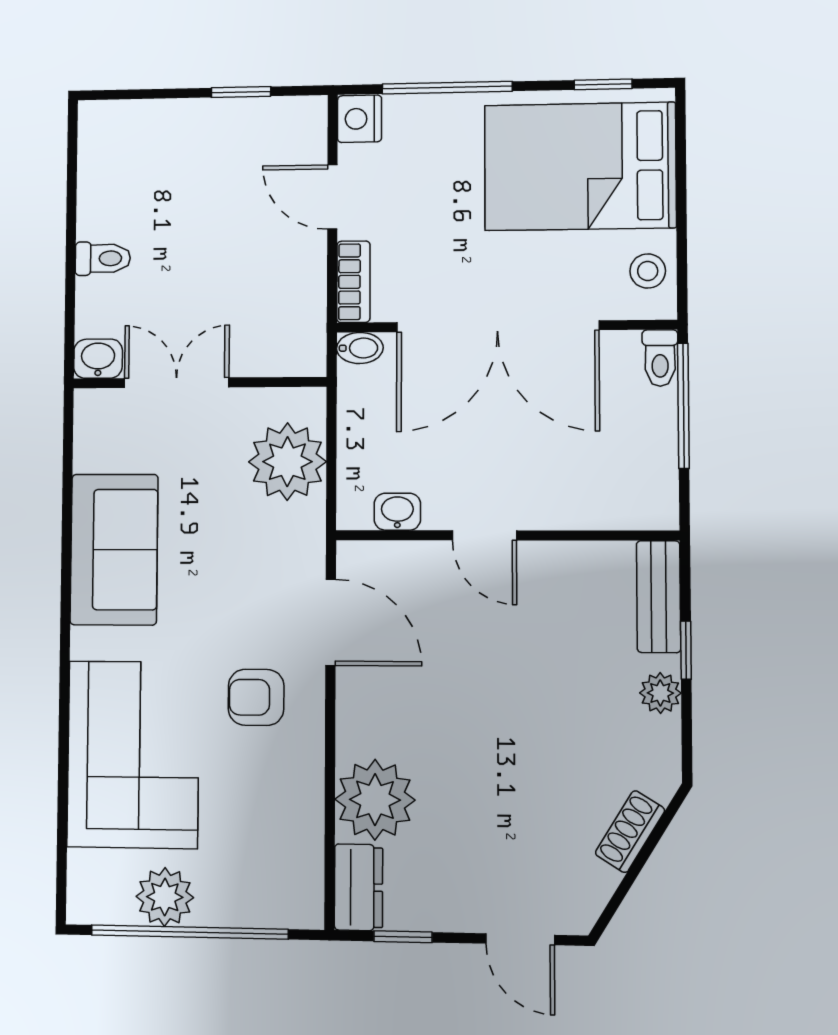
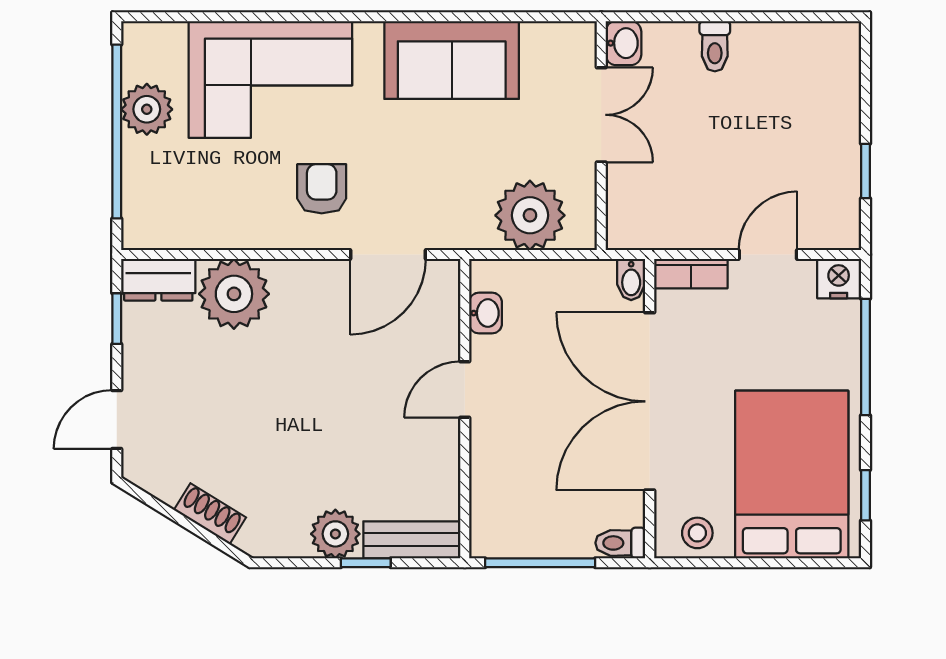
window: (683, 406) -> (540, 563), moved
plant: (660, 693) -> (335, 534), width x1.38, depth x1.38

